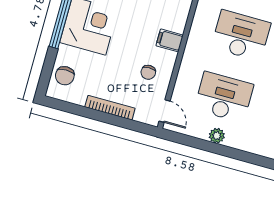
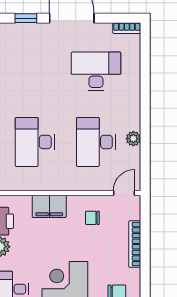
filing cabinet: (170, 40) -> (49, 206), width x2.00
chair: (148, 72) -> (92, 218), turned 180

